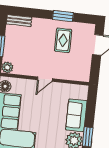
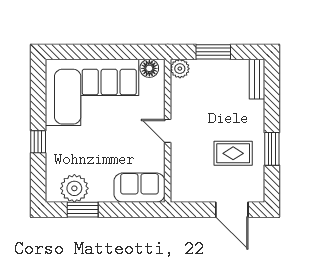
sofa: (76, 115) -> (139, 188), moved

